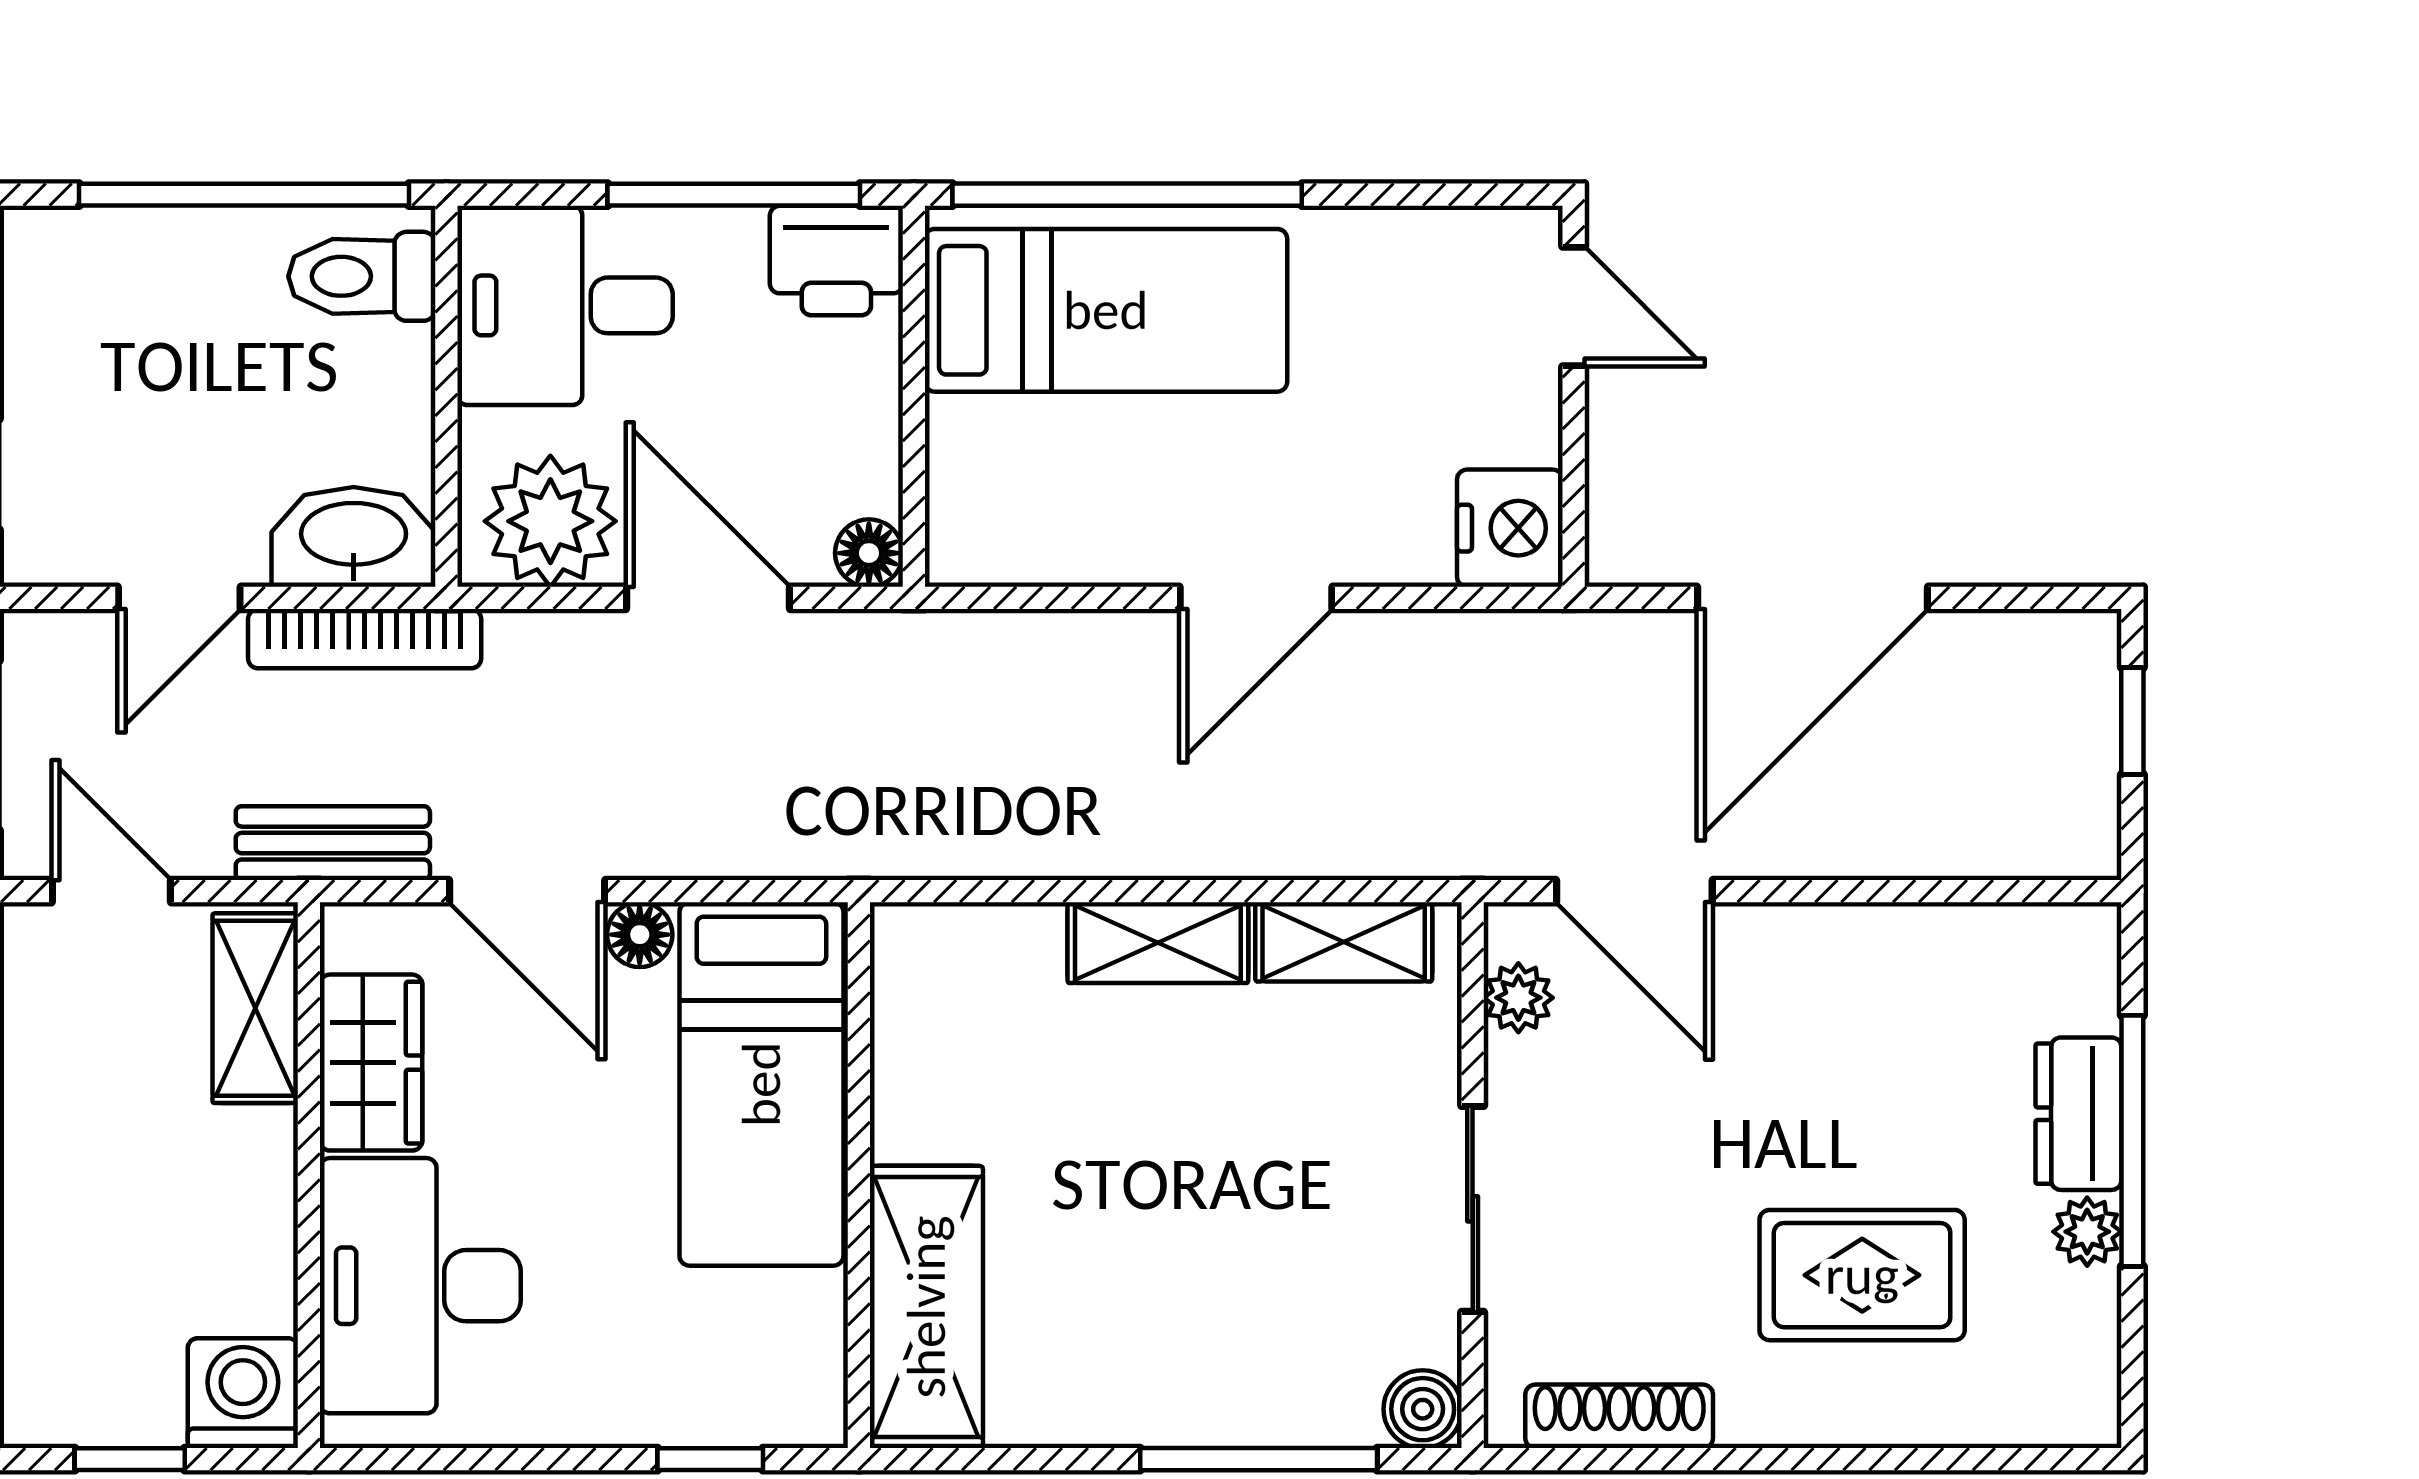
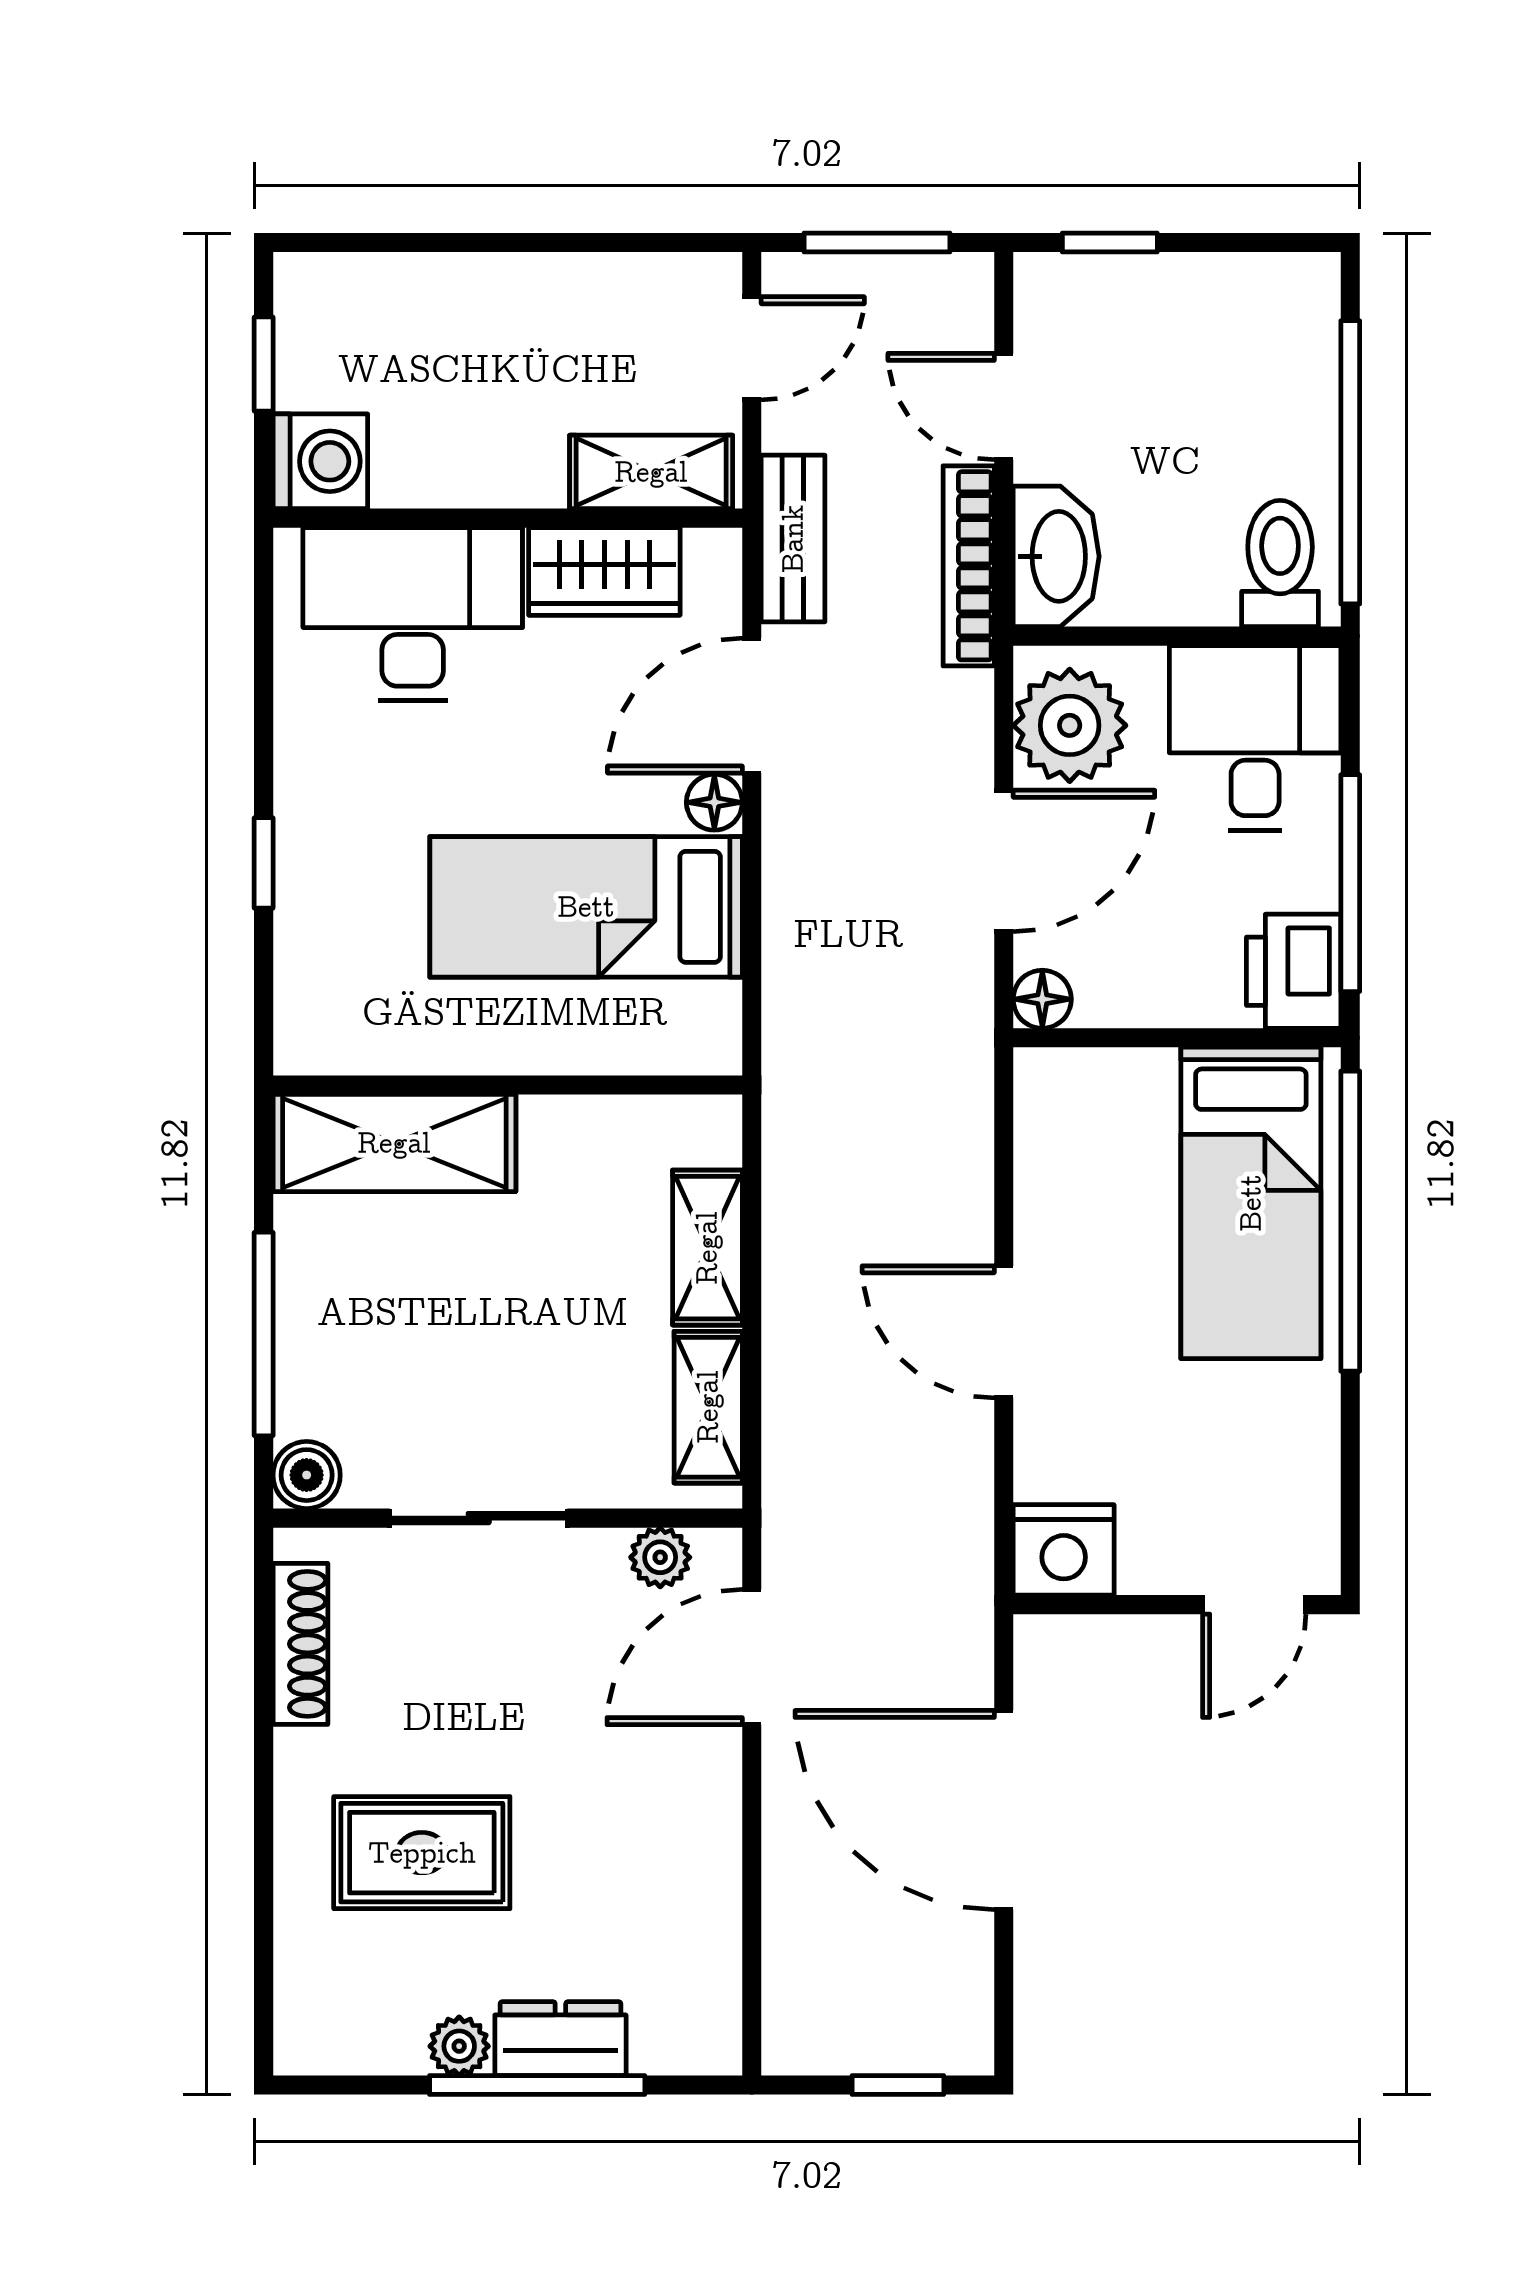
wall: (859, 1175) -> (508, 1085), moved
rug: (1862, 1275) -> (422, 1853), turned 90
shelving: (926, 1307) -> (394, 1143), moved

